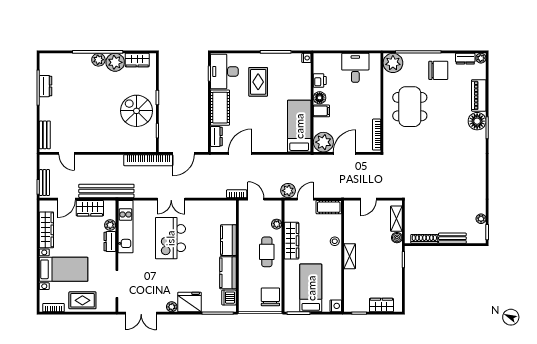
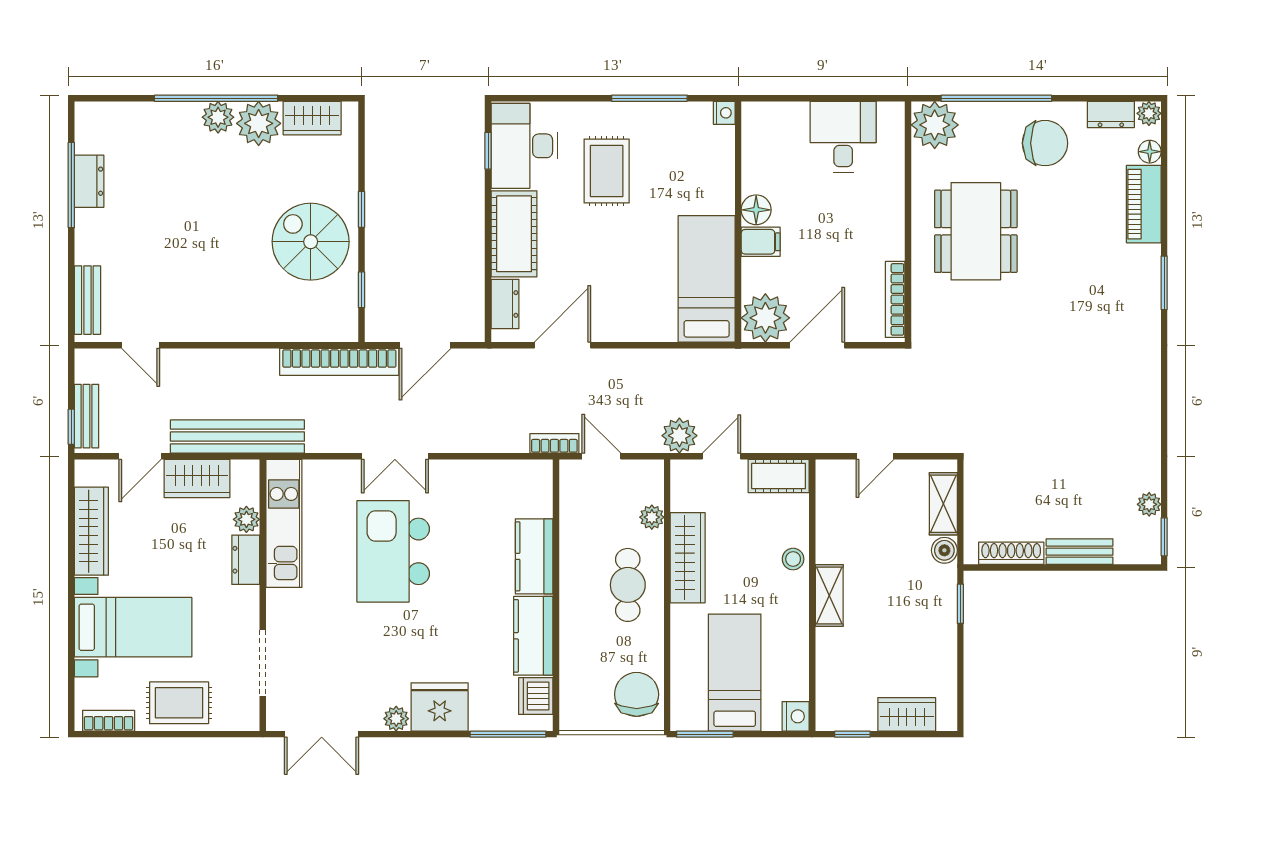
printer: (320, 81) -> (757, 168), removed
floor lamp: (477, 121) -> (1150, 152), moved, width x0.53, depth x0.53

